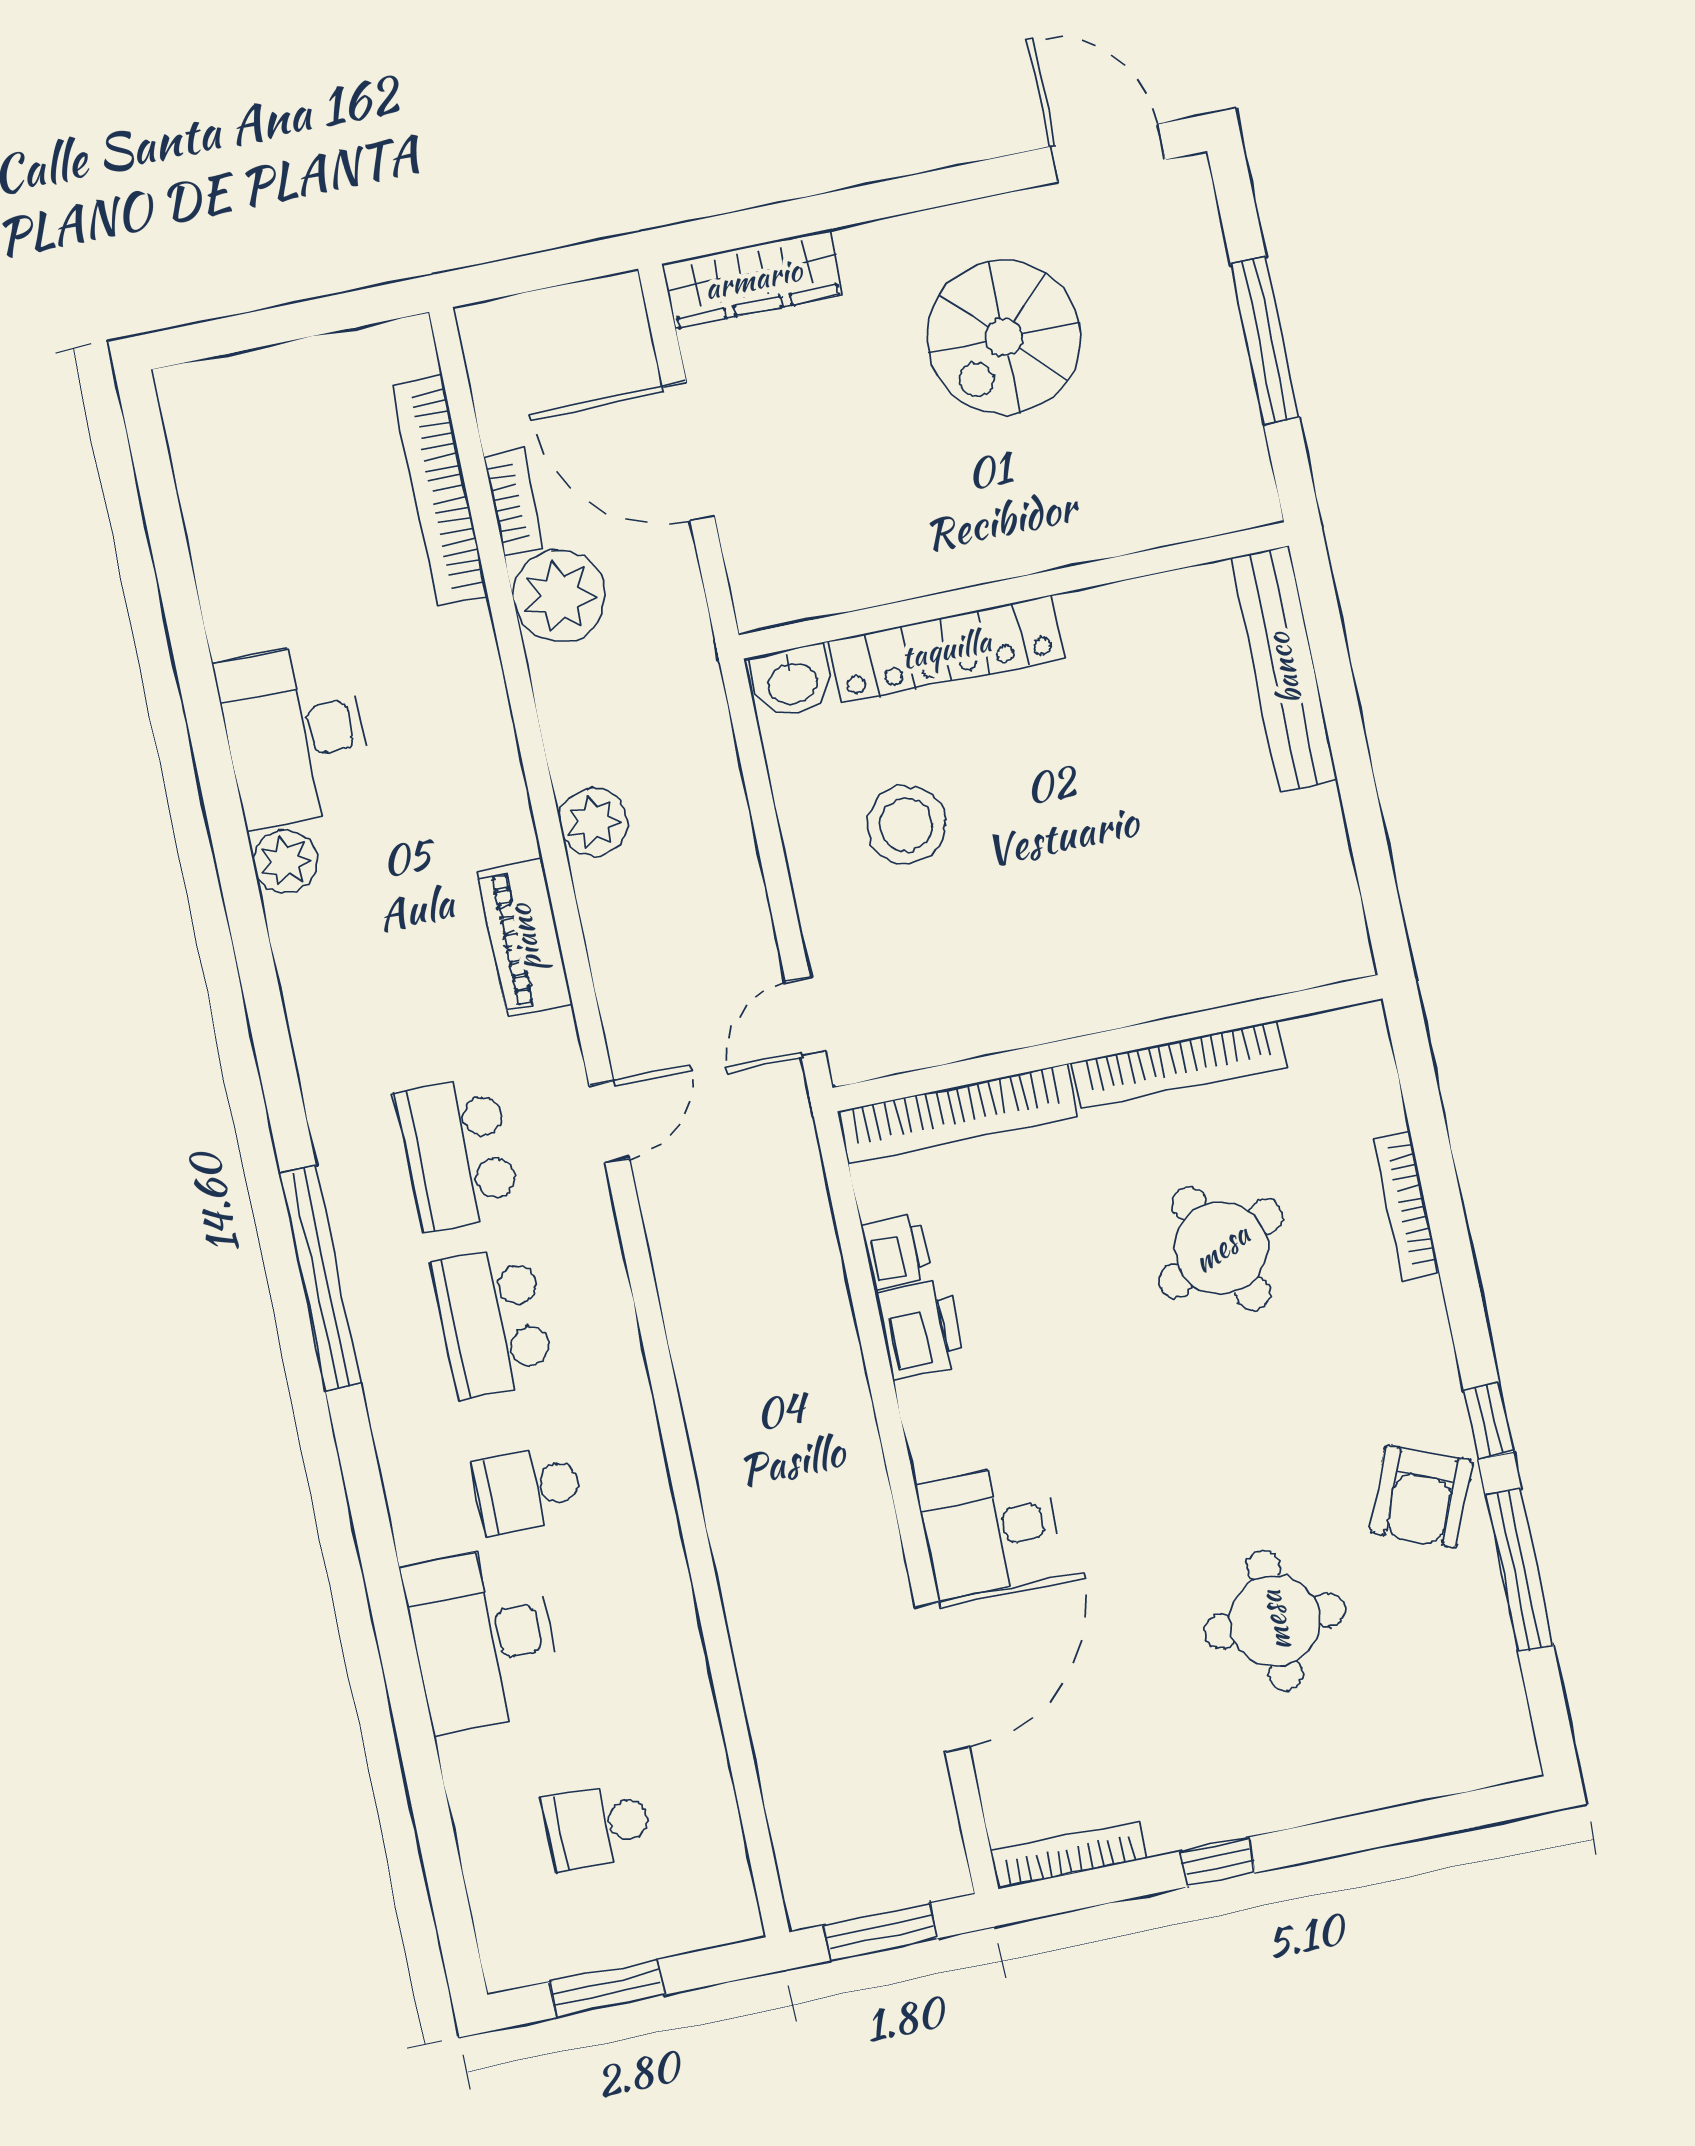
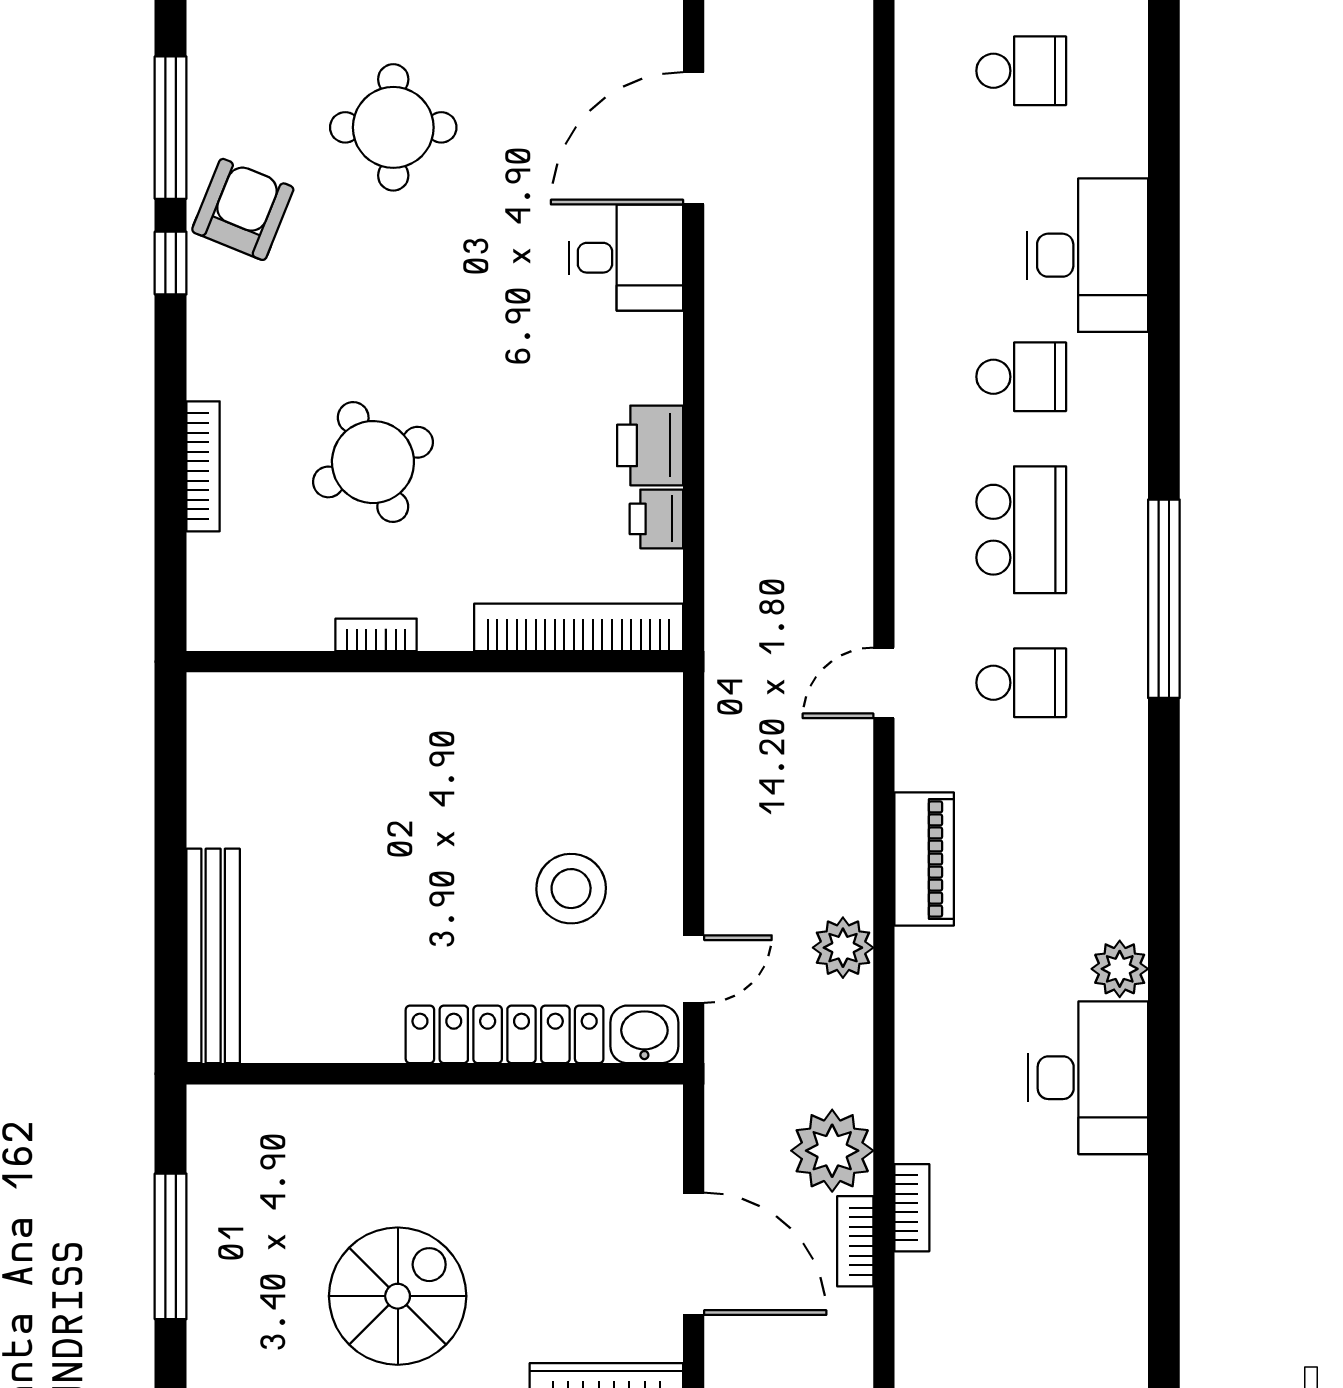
bookcase: (440, 490) -> (912, 1208), width x0.43, depth x0.76
door: (805, 1017) -> (694, 969), moved
bookcase: (1179, 1065) -> (376, 635), width x0.43, depth x0.76
school desk: (458, 1153) -> (1021, 683), width x0.54

